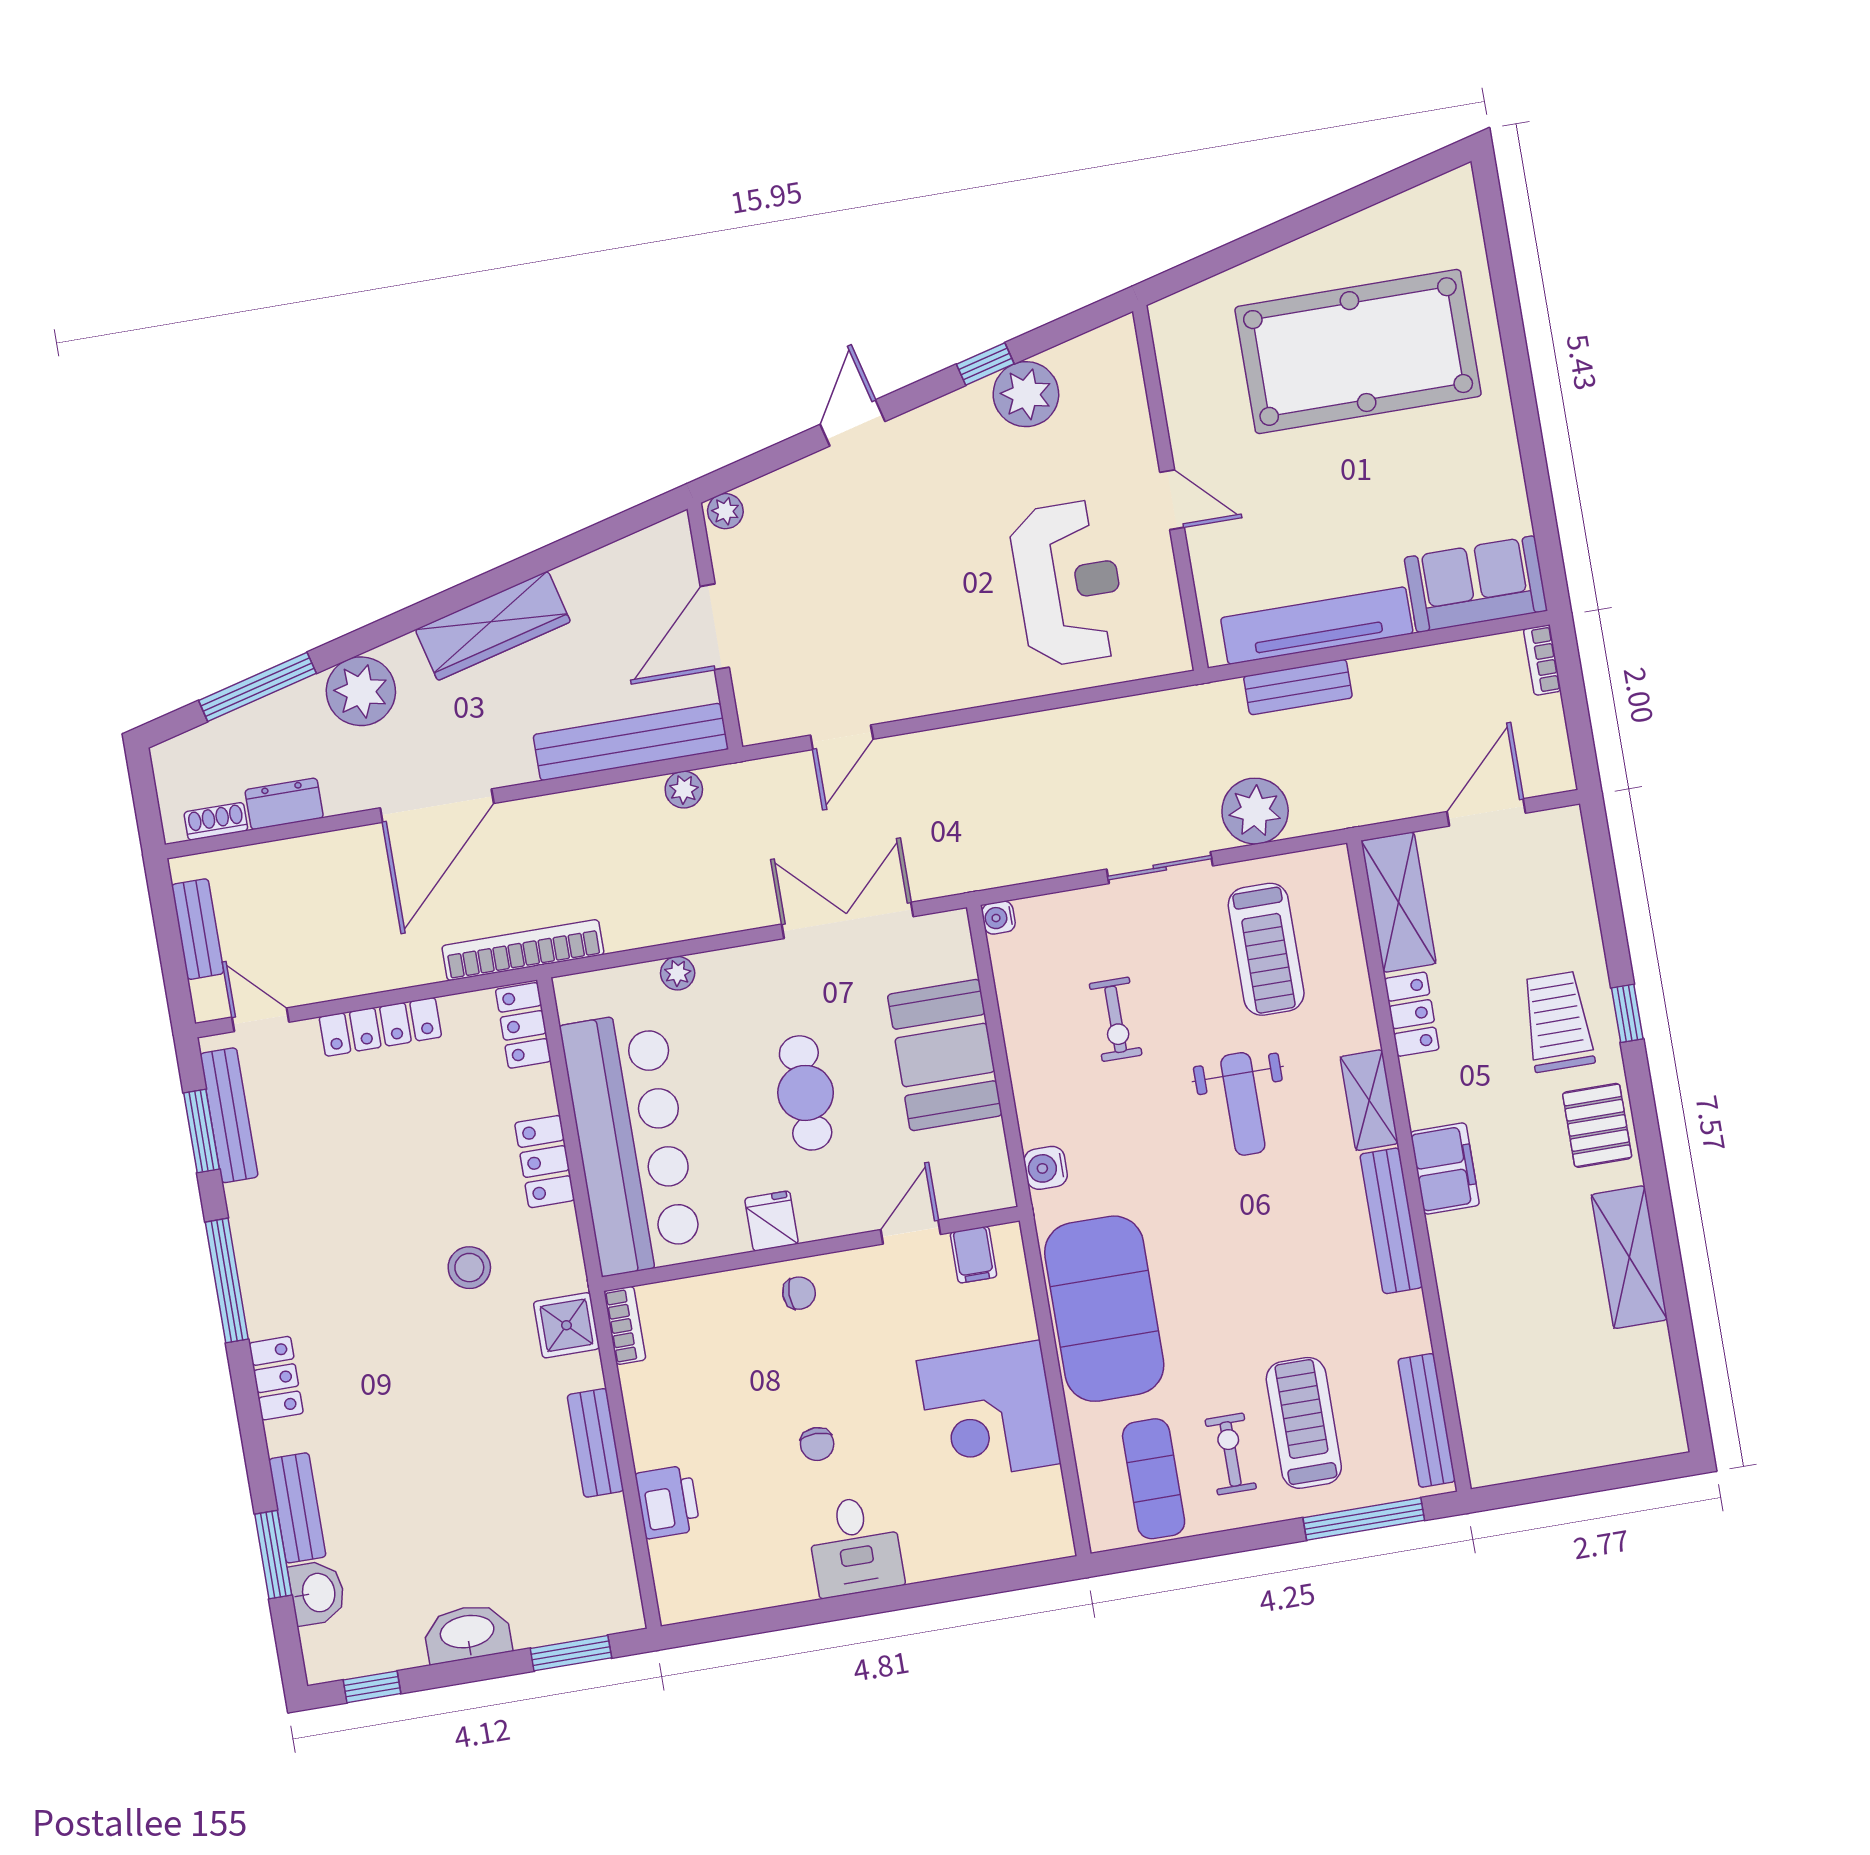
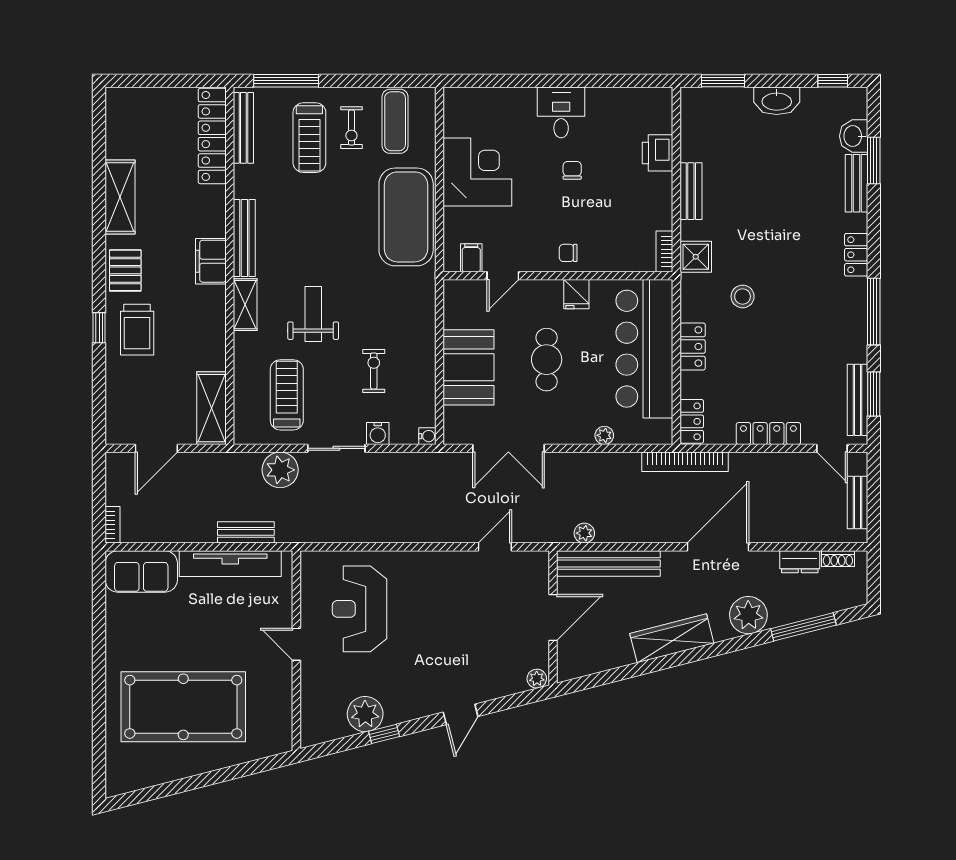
locker: (1412, 1014) -> (212, 136), moved, width x2.16, depth x1.21
water cooler: (1046, 1168) -> (378, 433), moved, turned 90

